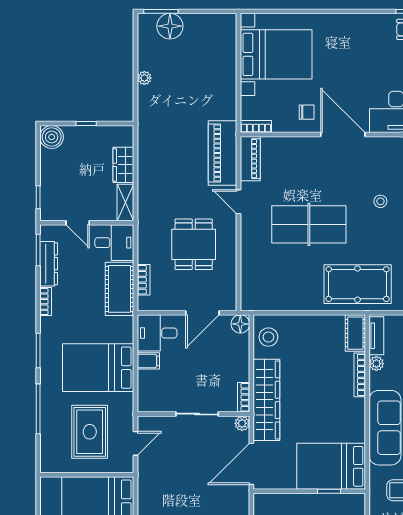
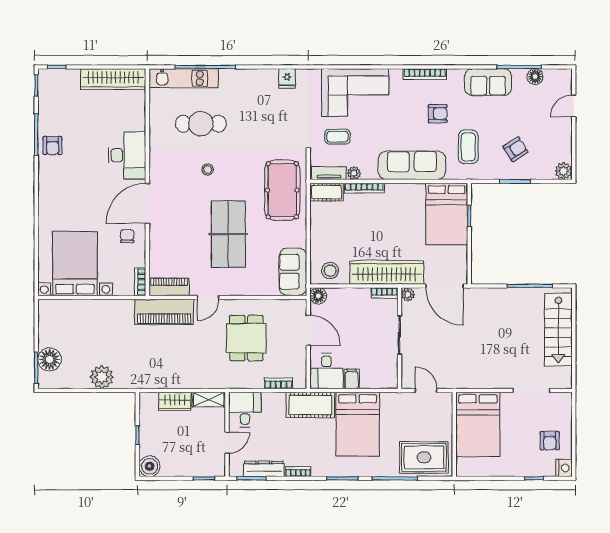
plant: (144, 78) -> (102, 377), width x1.88, depth x1.88
dining table: (194, 244) -> (246, 338), turned 90
cot: (119, 289) -> (310, 405), moved
sofa: (267, 296) -> (293, 272), added
rug: (90, 432) -> (424, 457), moved

